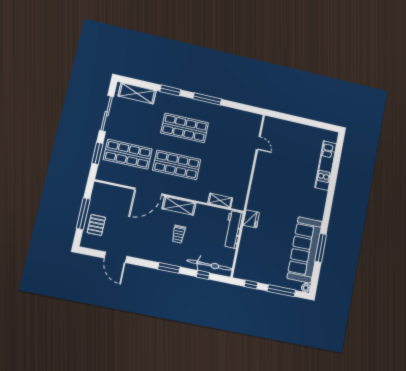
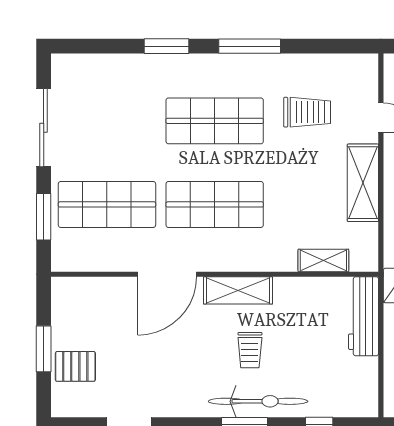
shelving: (137, 93) -> (363, 183), moved, turned 90
trolley: (226, 133) -> (307, 112), added
window: (83, 214) -> (44, 349), width x0.69
pallet: (96, 225) -> (75, 366), turned 90
bicycle: (209, 265) -> (258, 401), moved

